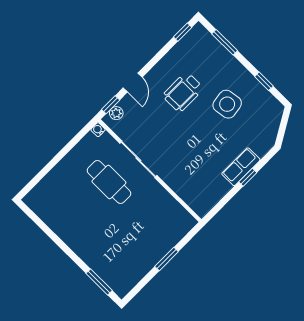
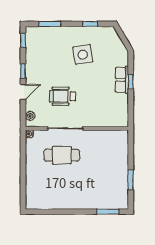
door: (133, 83) -> (23, 92), hinge flipped
wheelchair: (183, 92) -> (63, 96), moved, turned 90
window: (111, 105) -> (23, 71), moved
window: (167, 259) -> (131, 180), moved

